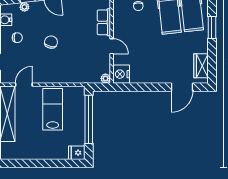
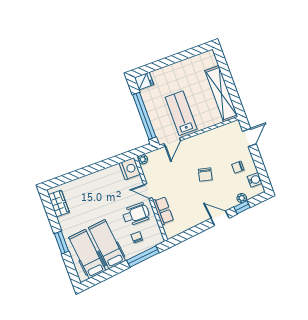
wheelchair: (131, 28) -> (136, 214), added
door: (24, 85) -> (172, 142), moved
door: (182, 87) -> (69, 177), removed
lab bench: (53, 109) -> (181, 113), turned 180

